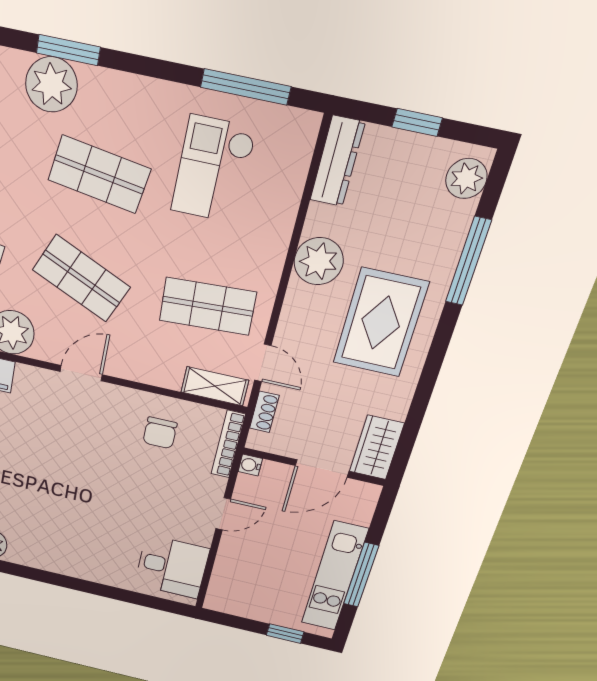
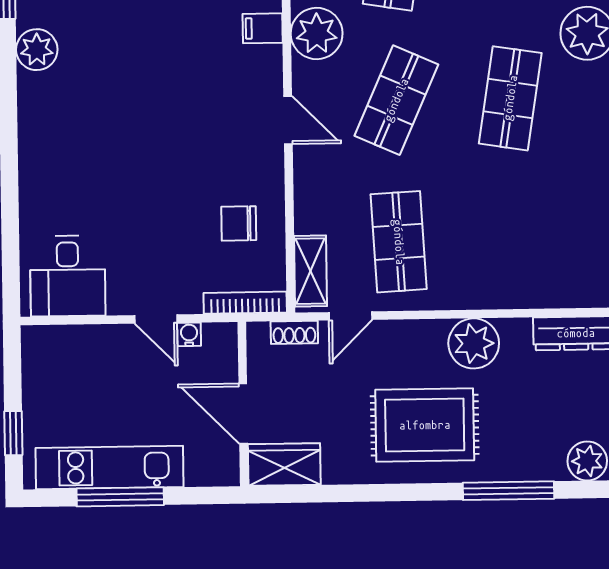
checkout: (213, 169) -> (541, 213), removed
water cooler: (250, 465) -> (189, 334), moved

